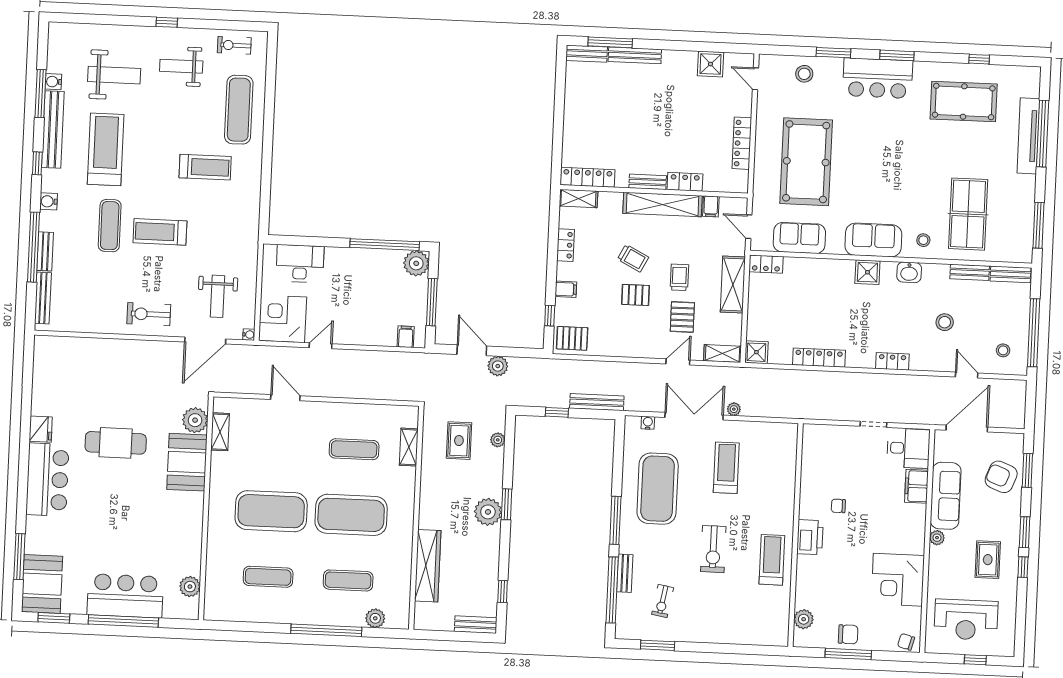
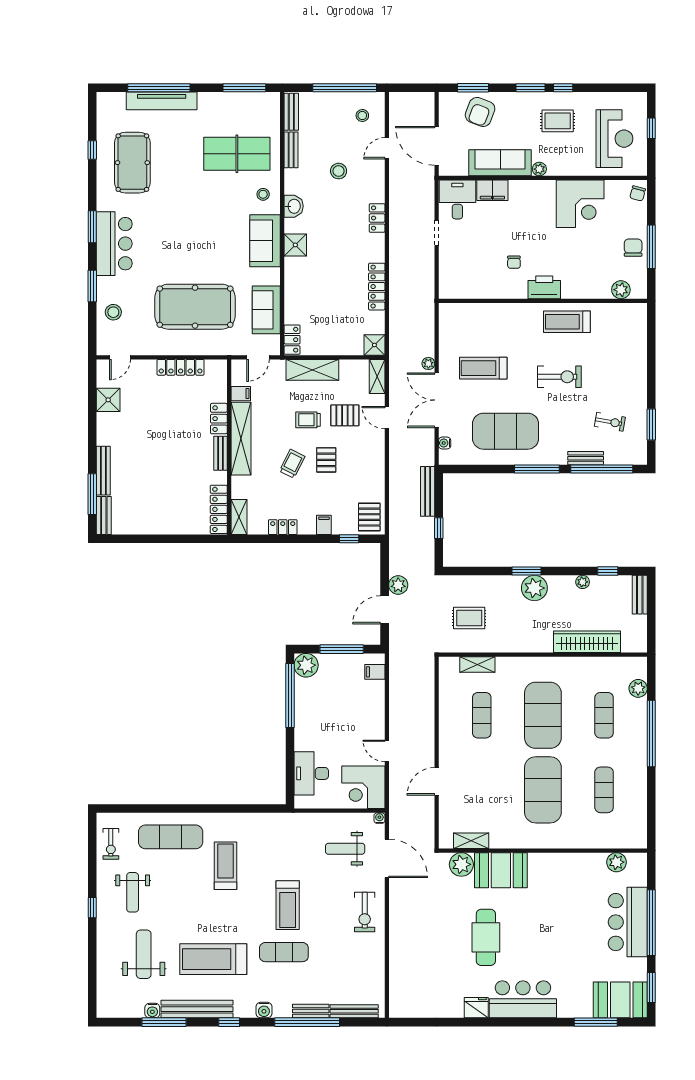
weight bench: (218, 296) -> (345, 849), turned 180
plant: (498, 440) -> (583, 582), moved

